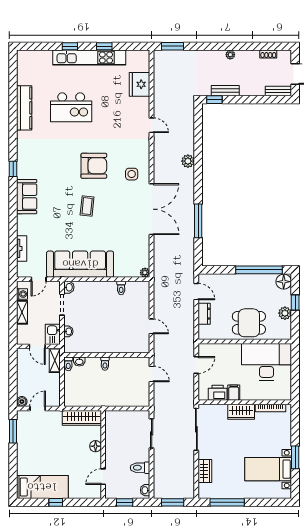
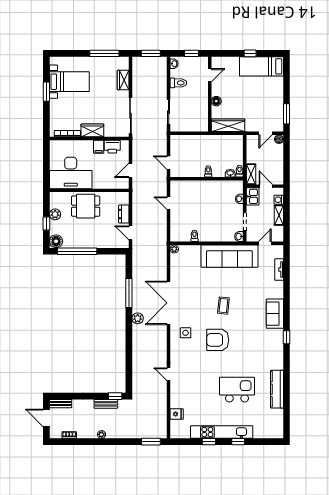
fridge: (140, 84) -> (177, 414), width x0.53, depth x0.75
plant: (188, 161) -> (138, 318), moved
washing machine: (22, 294) -> (279, 200), moved

